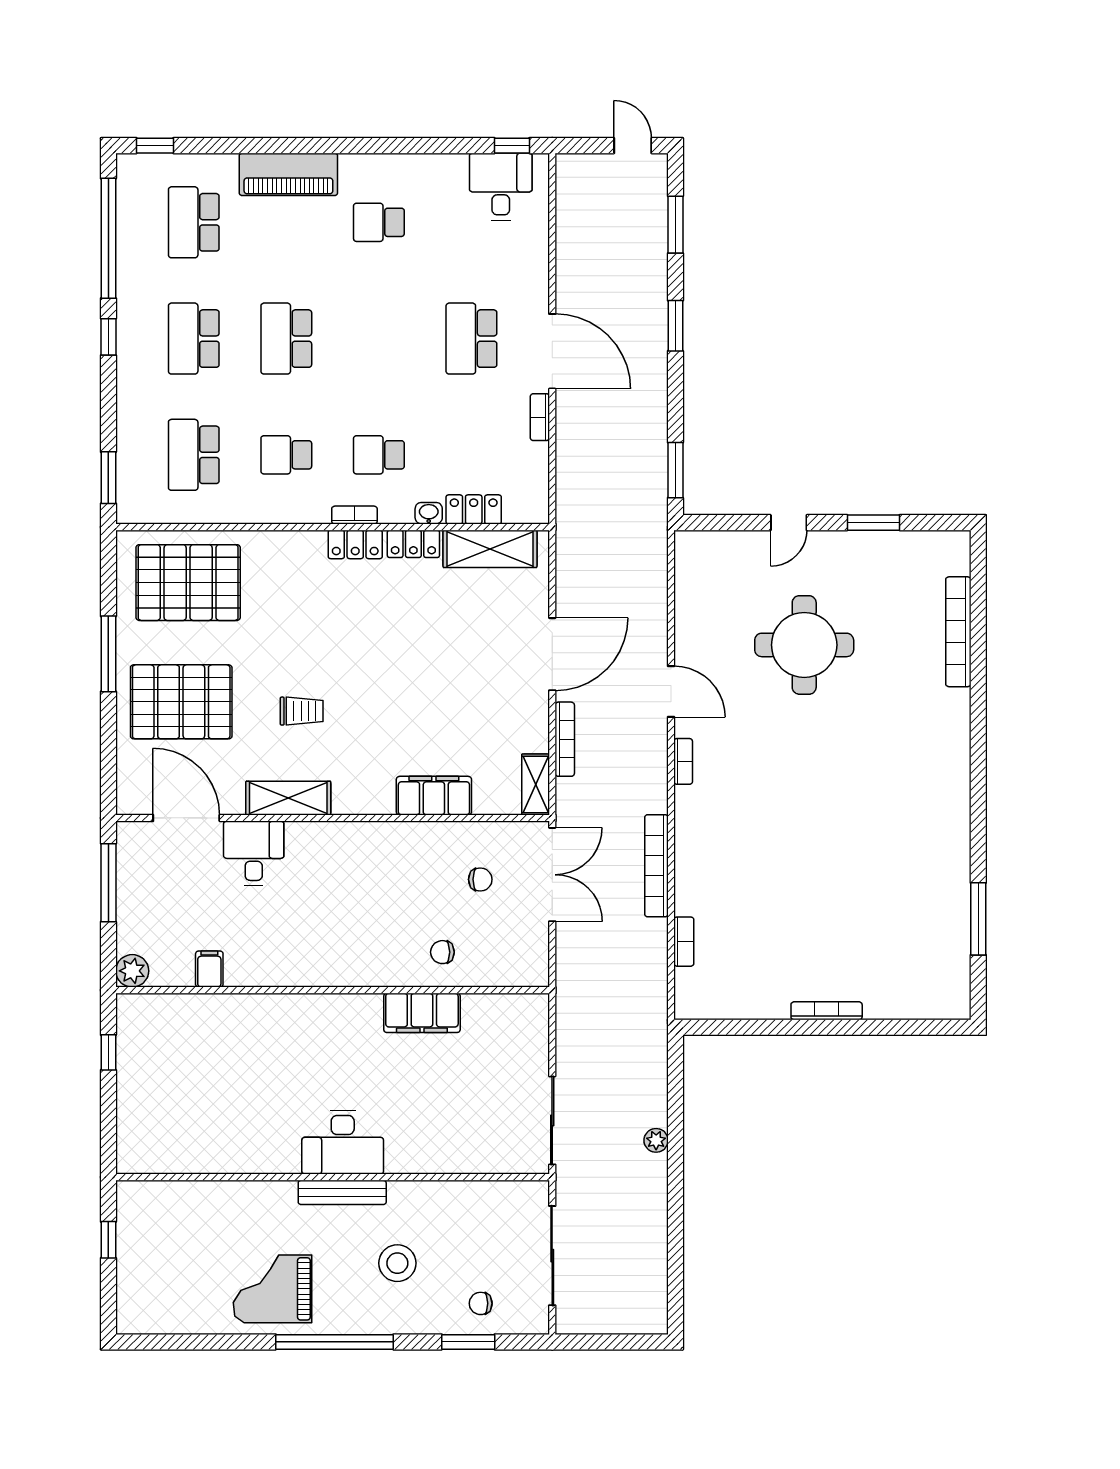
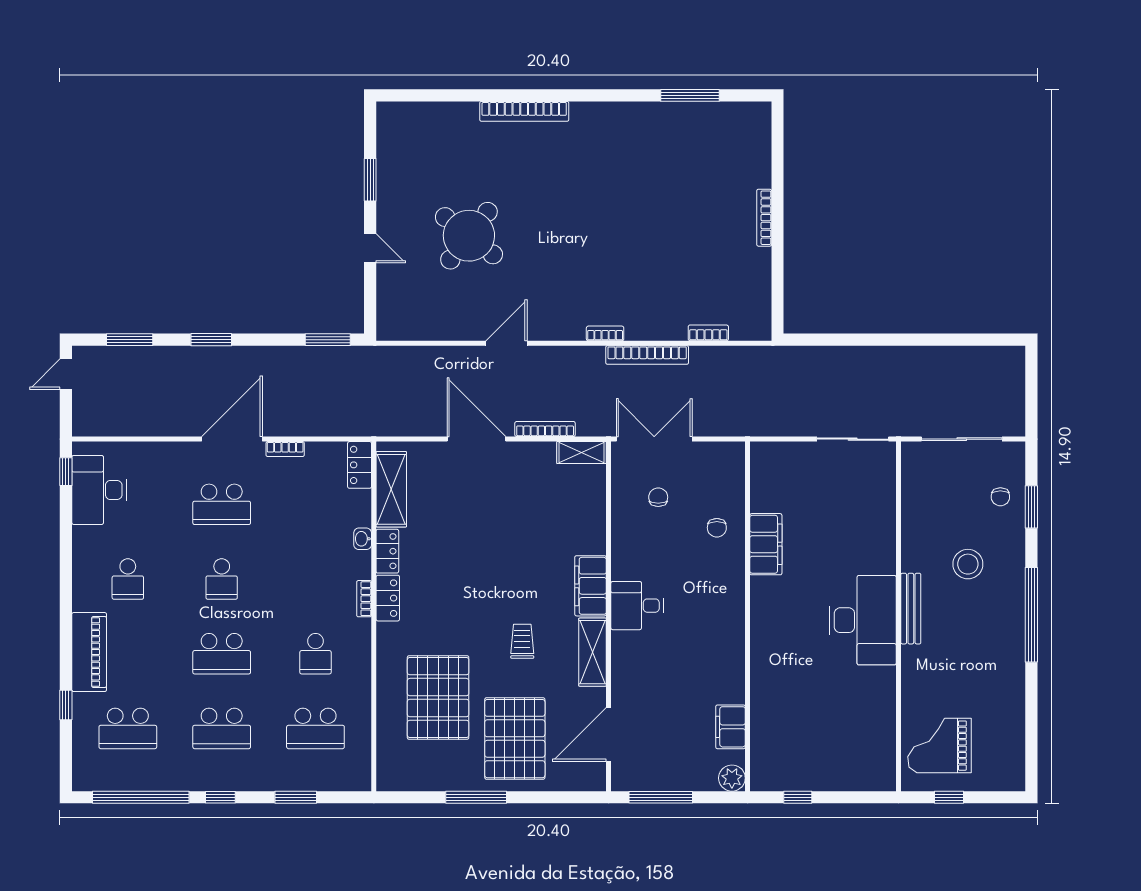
window: (155, 146) -> (66, 705), moved
desk: (501, 187) -> (99, 490), width x1.37
school desk: (379, 455) -> (222, 579), moved
window: (108, 478) -> (296, 797), moved
locker: (474, 509) -> (360, 465), moved
pallet: (188, 583) -> (438, 698), moved
bookcase: (958, 632) -> (524, 111), moved
round table: (804, 645) -> (469, 236), turned 38
bookcase: (683, 761) -> (605, 333), moved
filing cabinet: (434, 796) -> (591, 586), moved
desk: (254, 853) -> (637, 606), moved
filing cabinet: (209, 969) -> (730, 727), width x2.00
plant: (656, 1140) -> (869, 355), removed
desk: (343, 1142) -> (863, 620), width x1.36, depth x1.30
grand piano: (273, 1289) -> (940, 746), moved, turned 90

